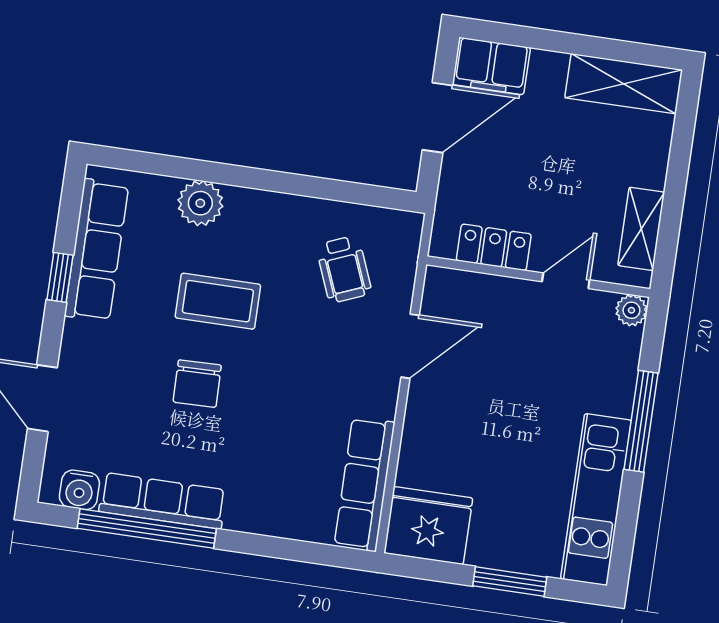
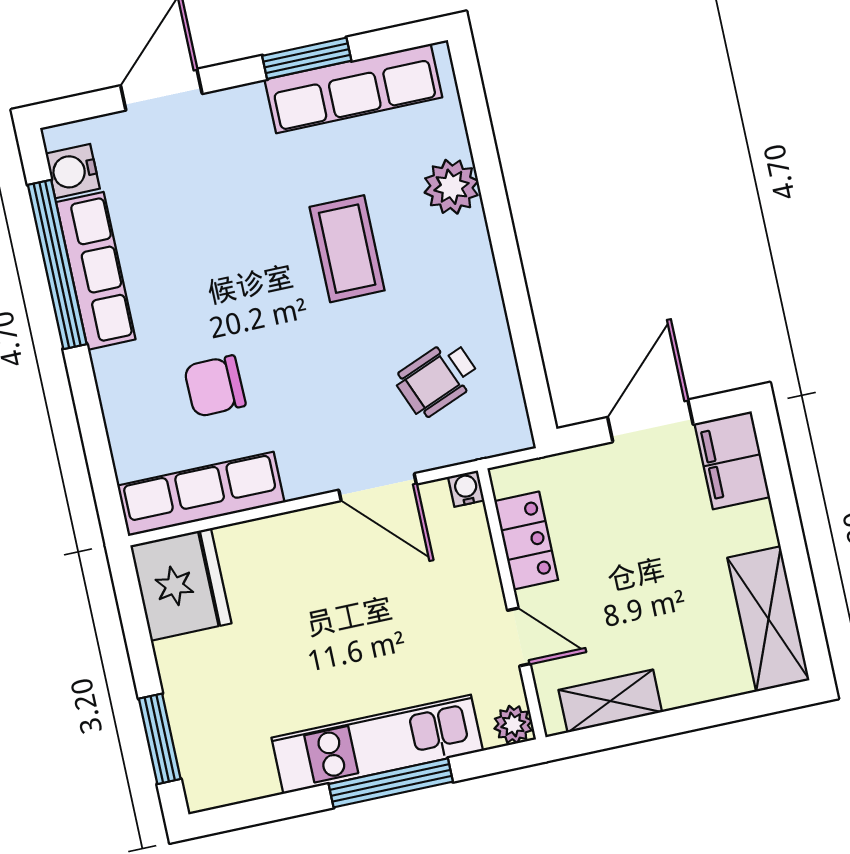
door: (437, 118) -> (650, 421), swing flipped
window: (60, 277) -> (307, 58), width x1.50
water cooler: (437, 279) -> (466, 489), added
chair: (197, 384) -> (215, 386), moved
kitchen unit: (596, 500) -> (377, 744), moved
window: (510, 582) -> (160, 739), moved

